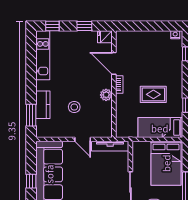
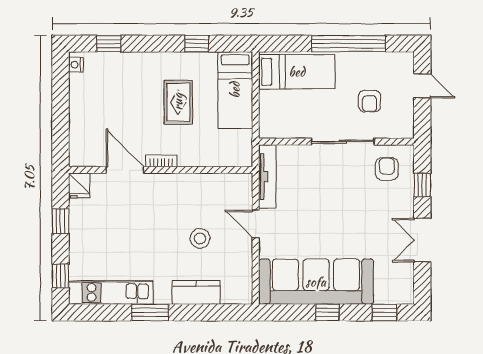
door: (114, 63) -> (125, 170), swing flipped
plant: (106, 95) -> (179, 183), removed
window: (31, 115) -> (150, 312), moved
door: (83, 139) -> (256, 224), swing flipped
bed: (166, 163) -> (297, 72), width x0.67

